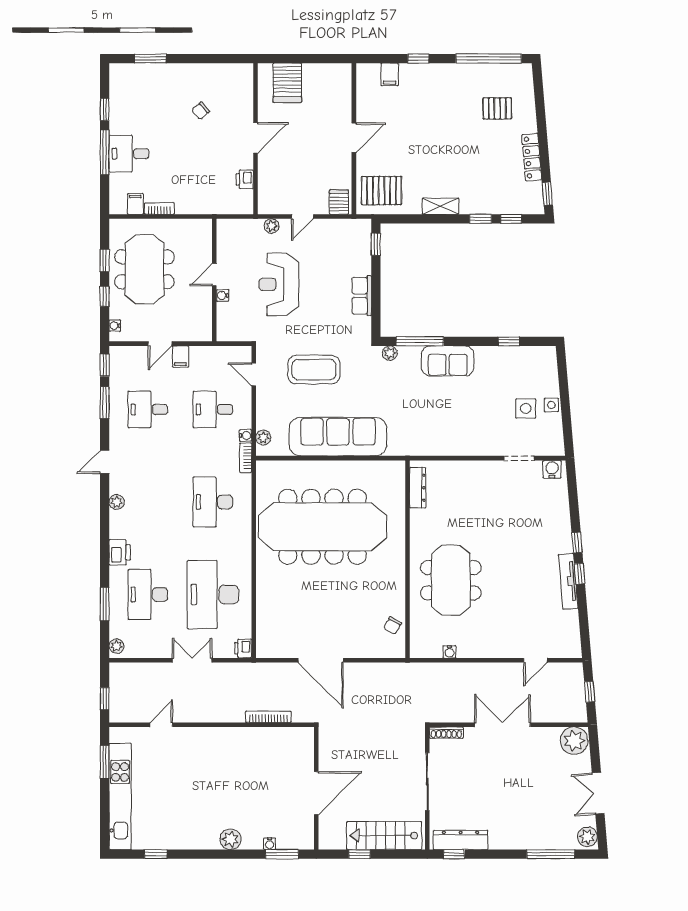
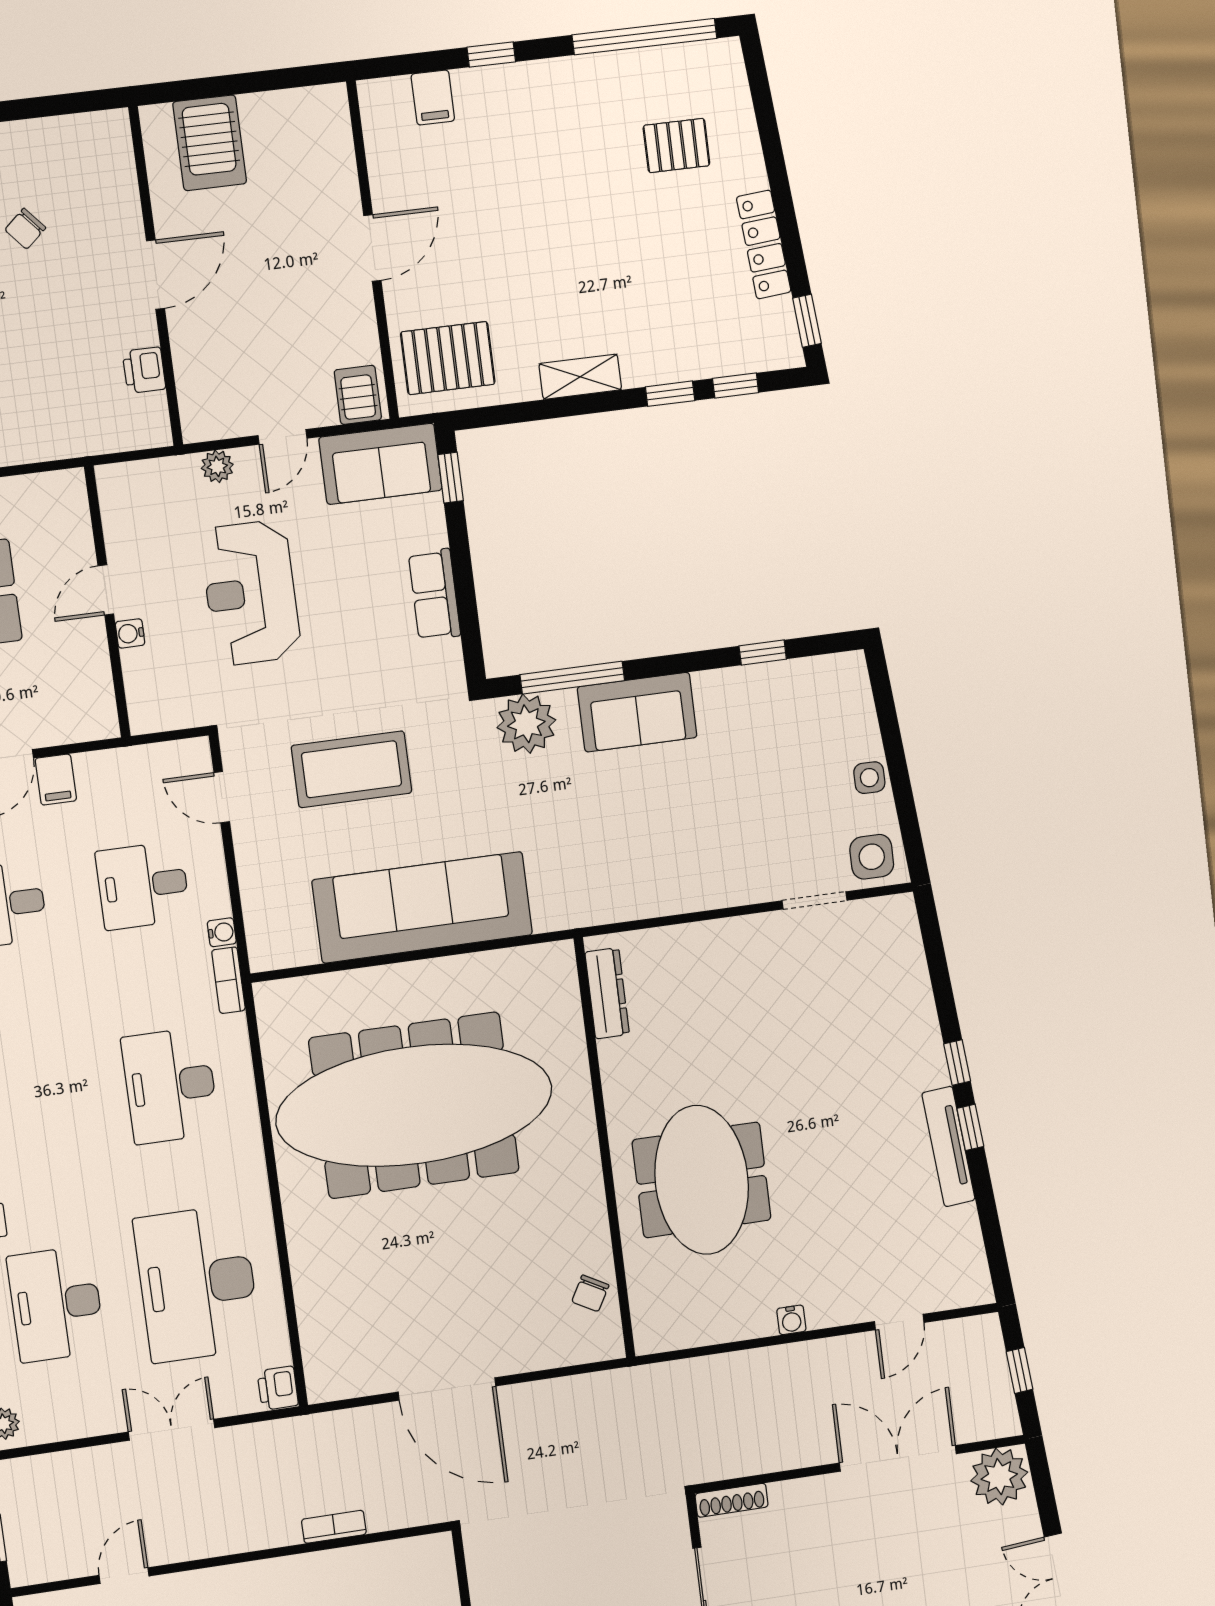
sofa: (345, 234) -> (380, 464), added
plant: (390, 353) -> (526, 724), width x1.87, depth x1.87
side table: (526, 408) -> (872, 857), moved
plant: (263, 438) -> (261, 931), removed
water cooler: (552, 469) -> (887, 914), removed
water cooler: (449, 652) -> (791, 1320), moved
bookcase: (268, 717) -> (334, 1527), width x0.64
double door: (502, 725) -> (898, 1458), moved

